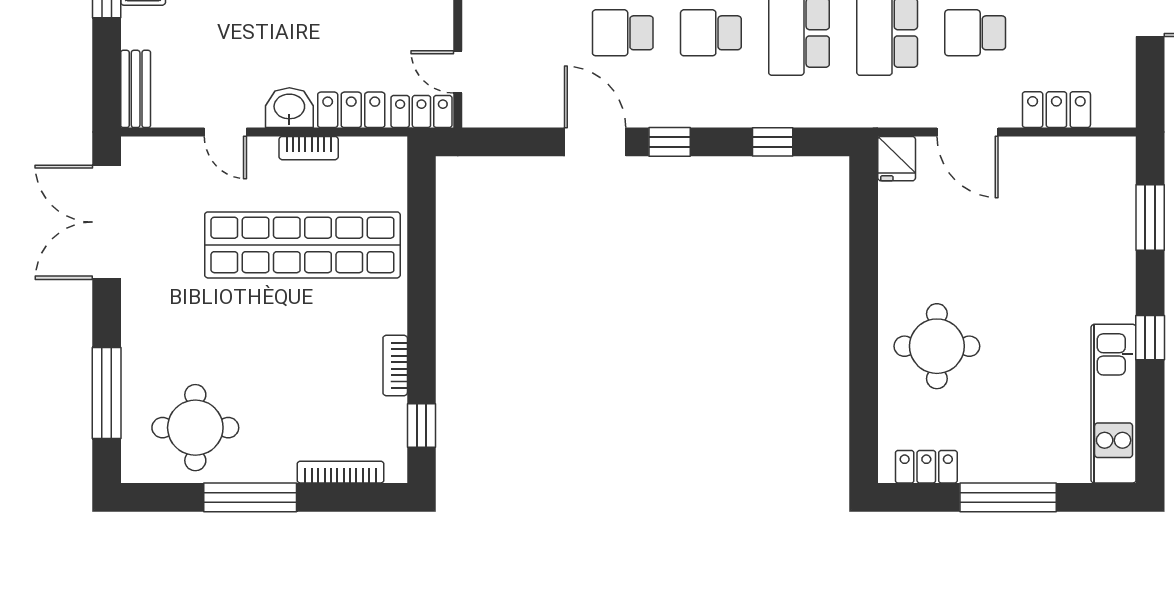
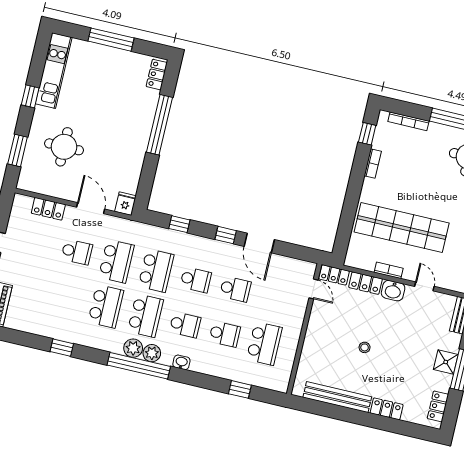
window: (864, 342) -> (159, 125), added
round table: (937, 346) -> (64, 147), moved
locker: (926, 467) -> (157, 75), moved, turned 90

